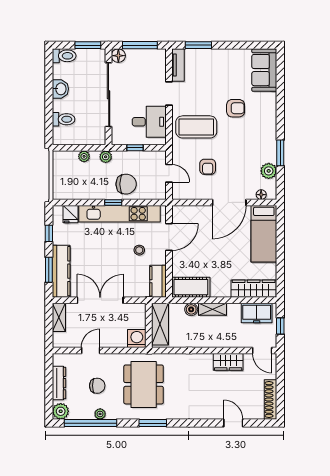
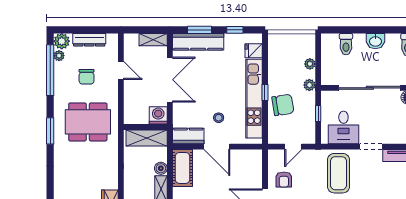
armchair: (208, 167) -> (284, 179), moved, turned -90
chair: (126, 184) -> (283, 105), turned -99
door: (169, 237) -> (217, 147), moved
washing machine: (137, 339) -> (158, 115), moved, turned -90
plant: (100, 414) -> (59, 56), moved

